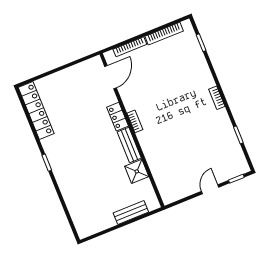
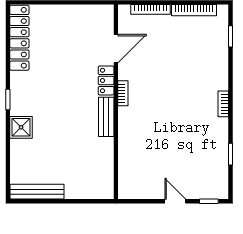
door: (111, 77) -> (116, 49), moved
shower: (137, 171) -> (21, 127), moved
door: (210, 189) -> (175, 201), hinge flipped
bench: (131, 213) -> (37, 192), moved, width x1.36

